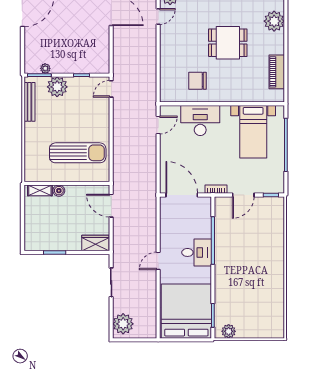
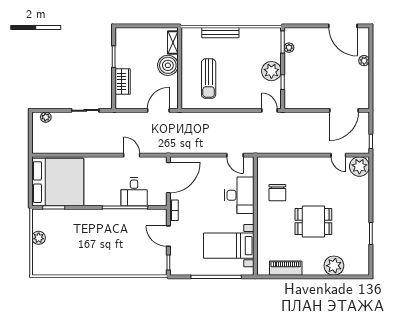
dining table: (228, 43) -> (313, 222), turned 90
chair: (198, 81) -> (277, 193), turned 180
plant: (57, 87) -> (271, 71), moved
bench: (29, 102) -> (220, 33), moved
sun lounger: (78, 153) -> (209, 79), width x0.73, depth x0.75
boiler: (59, 191) -> (168, 65), width x1.86, depth x1.86
wardrobe: (95, 243) -> (123, 82), moved
desk: (197, 252) -> (134, 192), moved
door: (158, 261) -> (132, 155), moved
plant: (123, 324) -> (46, 117), width x0.53, depth x0.53
plant: (229, 331) -> (39, 238), moved

